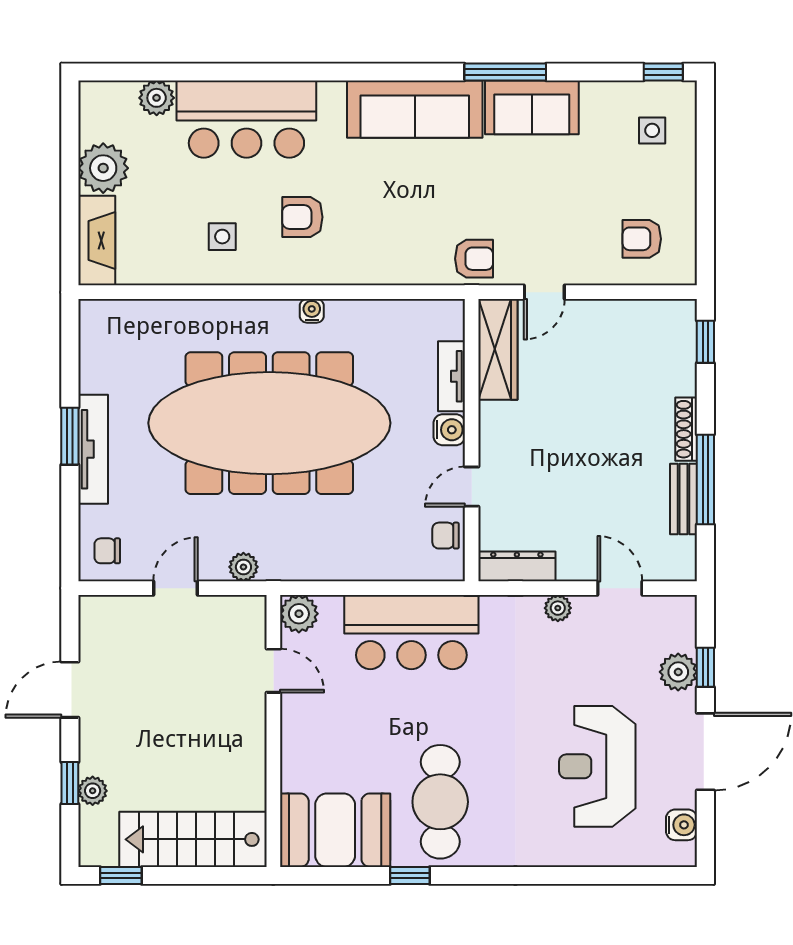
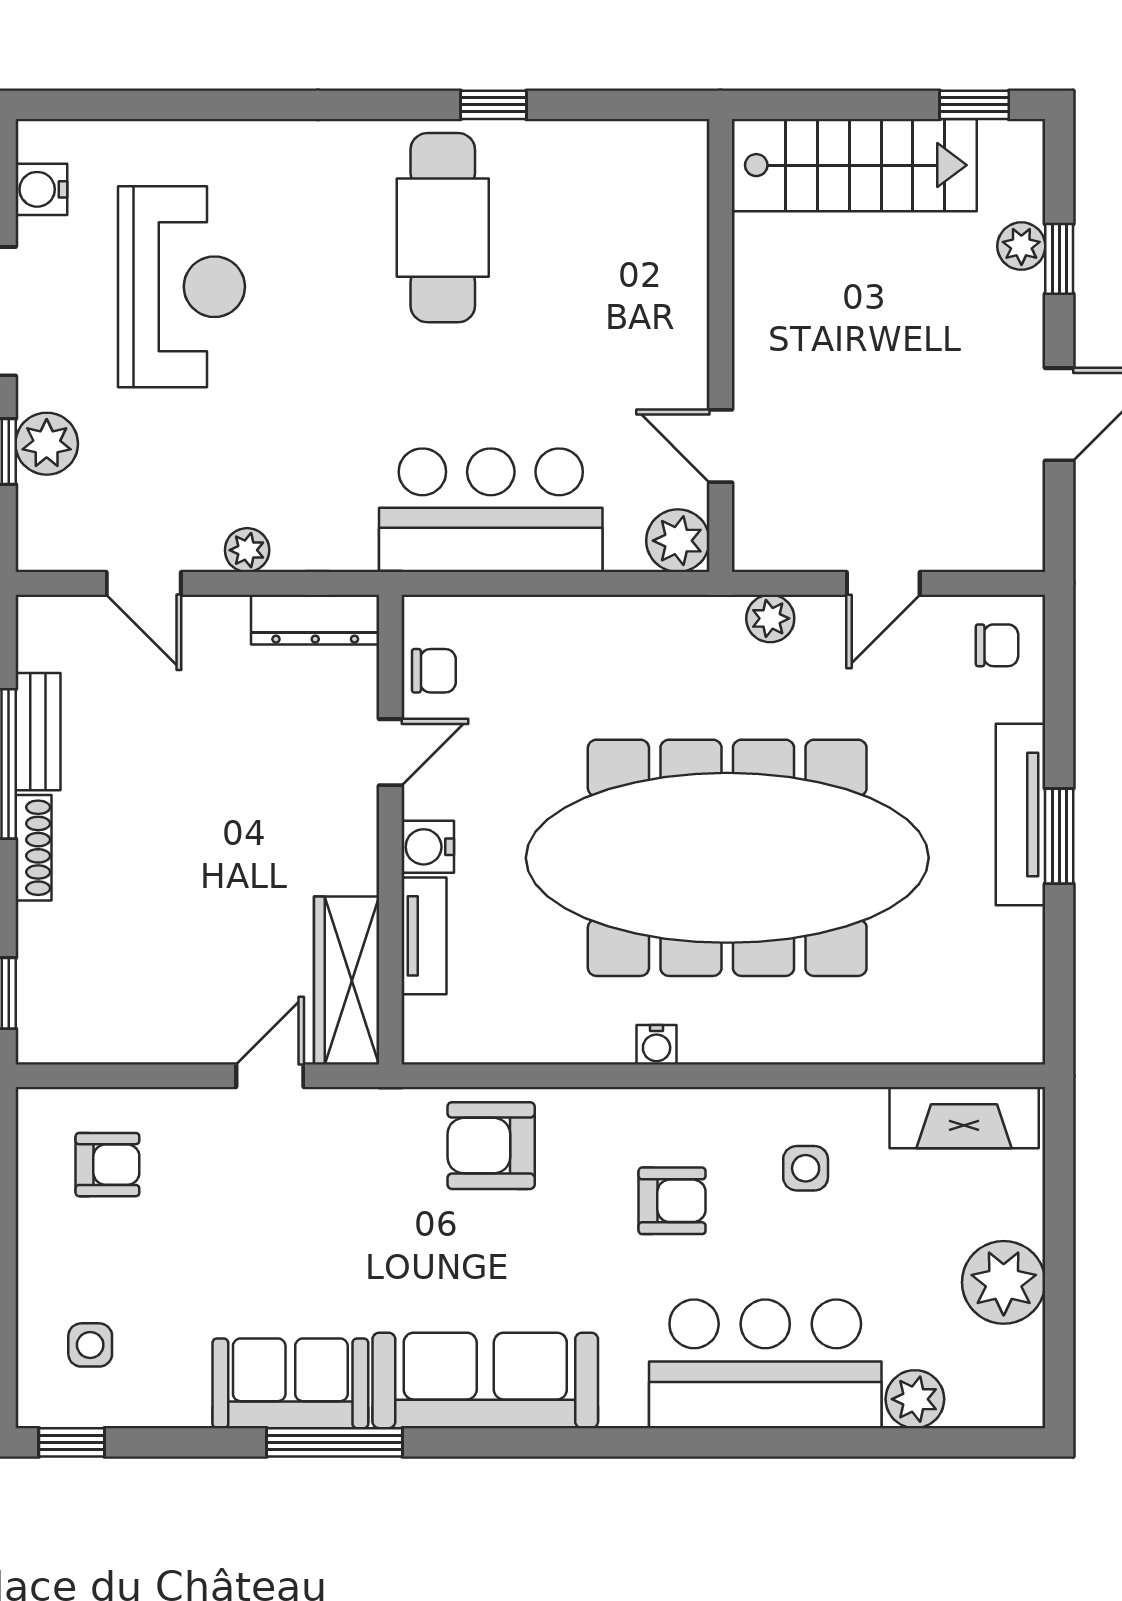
fireplace: (97, 240) -> (964, 1118), moved, turned -90
armchair: (474, 259) -> (491, 1146), moved, width x1.38, depth x1.38
booth: (335, 830) -> (618, 180), removed

